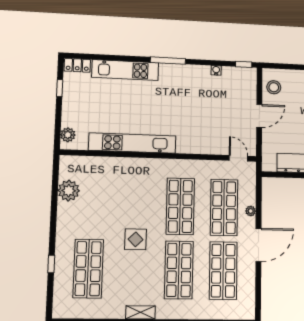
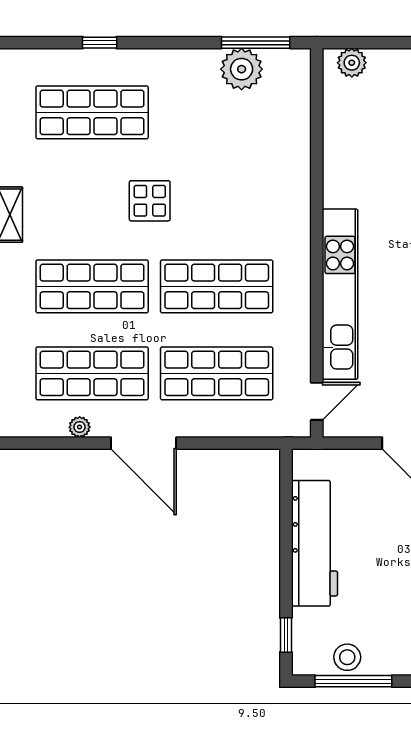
kitchen unit: (132, 143) -> (340, 294), moved
window: (55, 183) -> (256, 43), added
plant: (251, 211) -> (80, 427), moved

